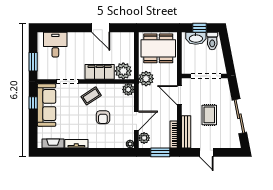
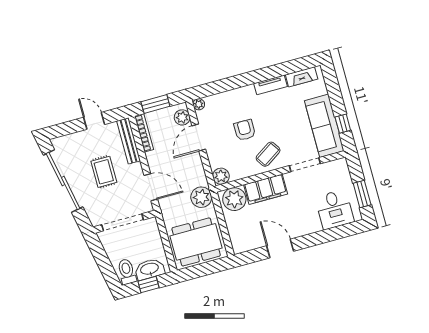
window: (33, 62) -> (362, 194), moved
sliding door: (239, 116) -> (63, 181), width x1.36

